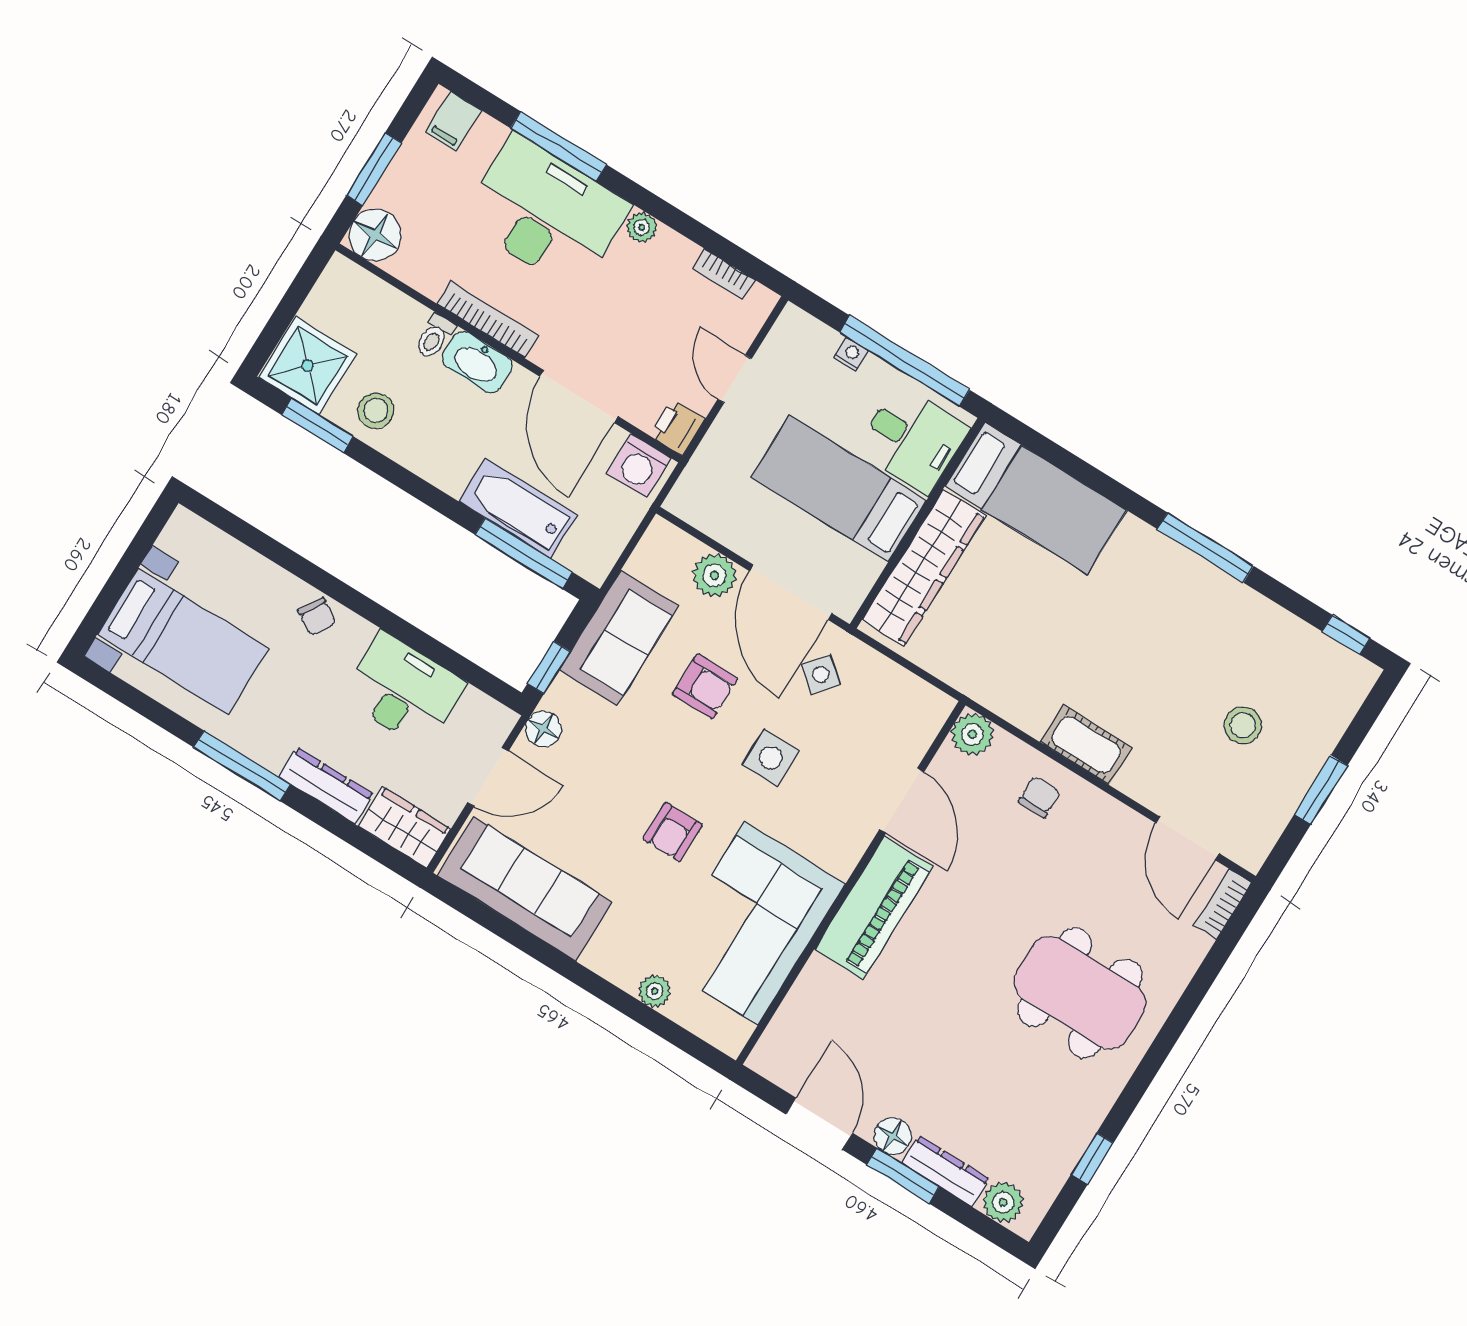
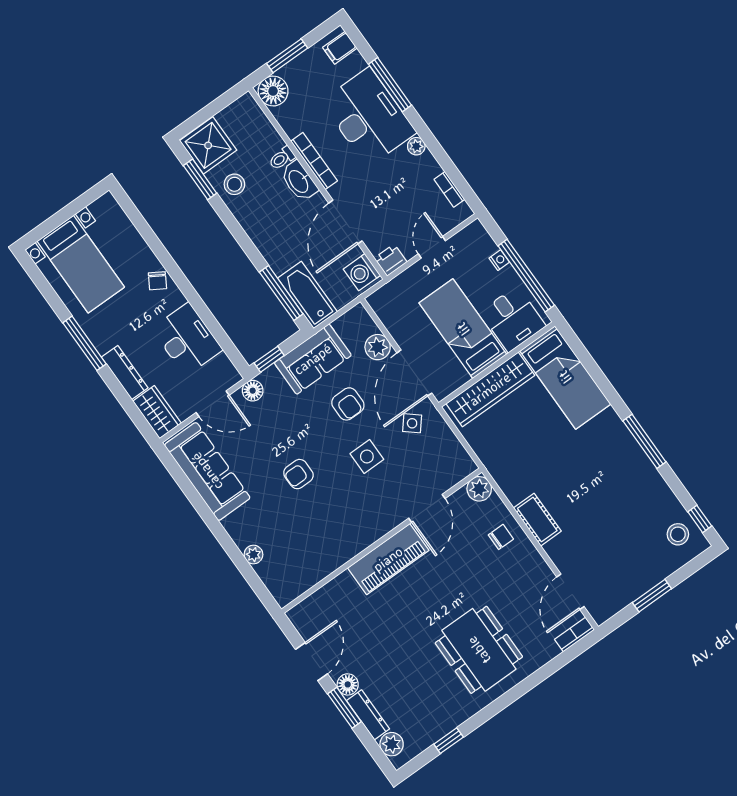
bathtub: (518, 508) -> (308, 295), moved
stool: (1243, 725) -> (678, 534), moved
corner sofa: (751, 923) -> (320, 540), removed

